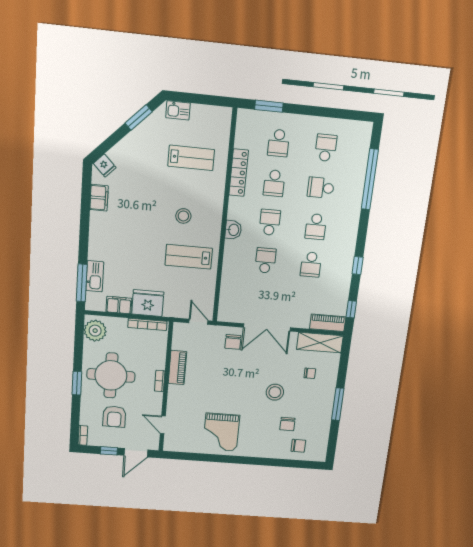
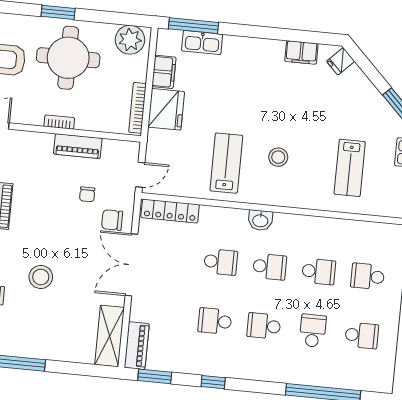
locker: (239, 173) -> (170, 211), moved
school desk: (274, 183) -> (319, 272), turned 180
window: (351, 309) -> (155, 376), width x1.50
chair: (310, 373) -> (87, 194), moved

